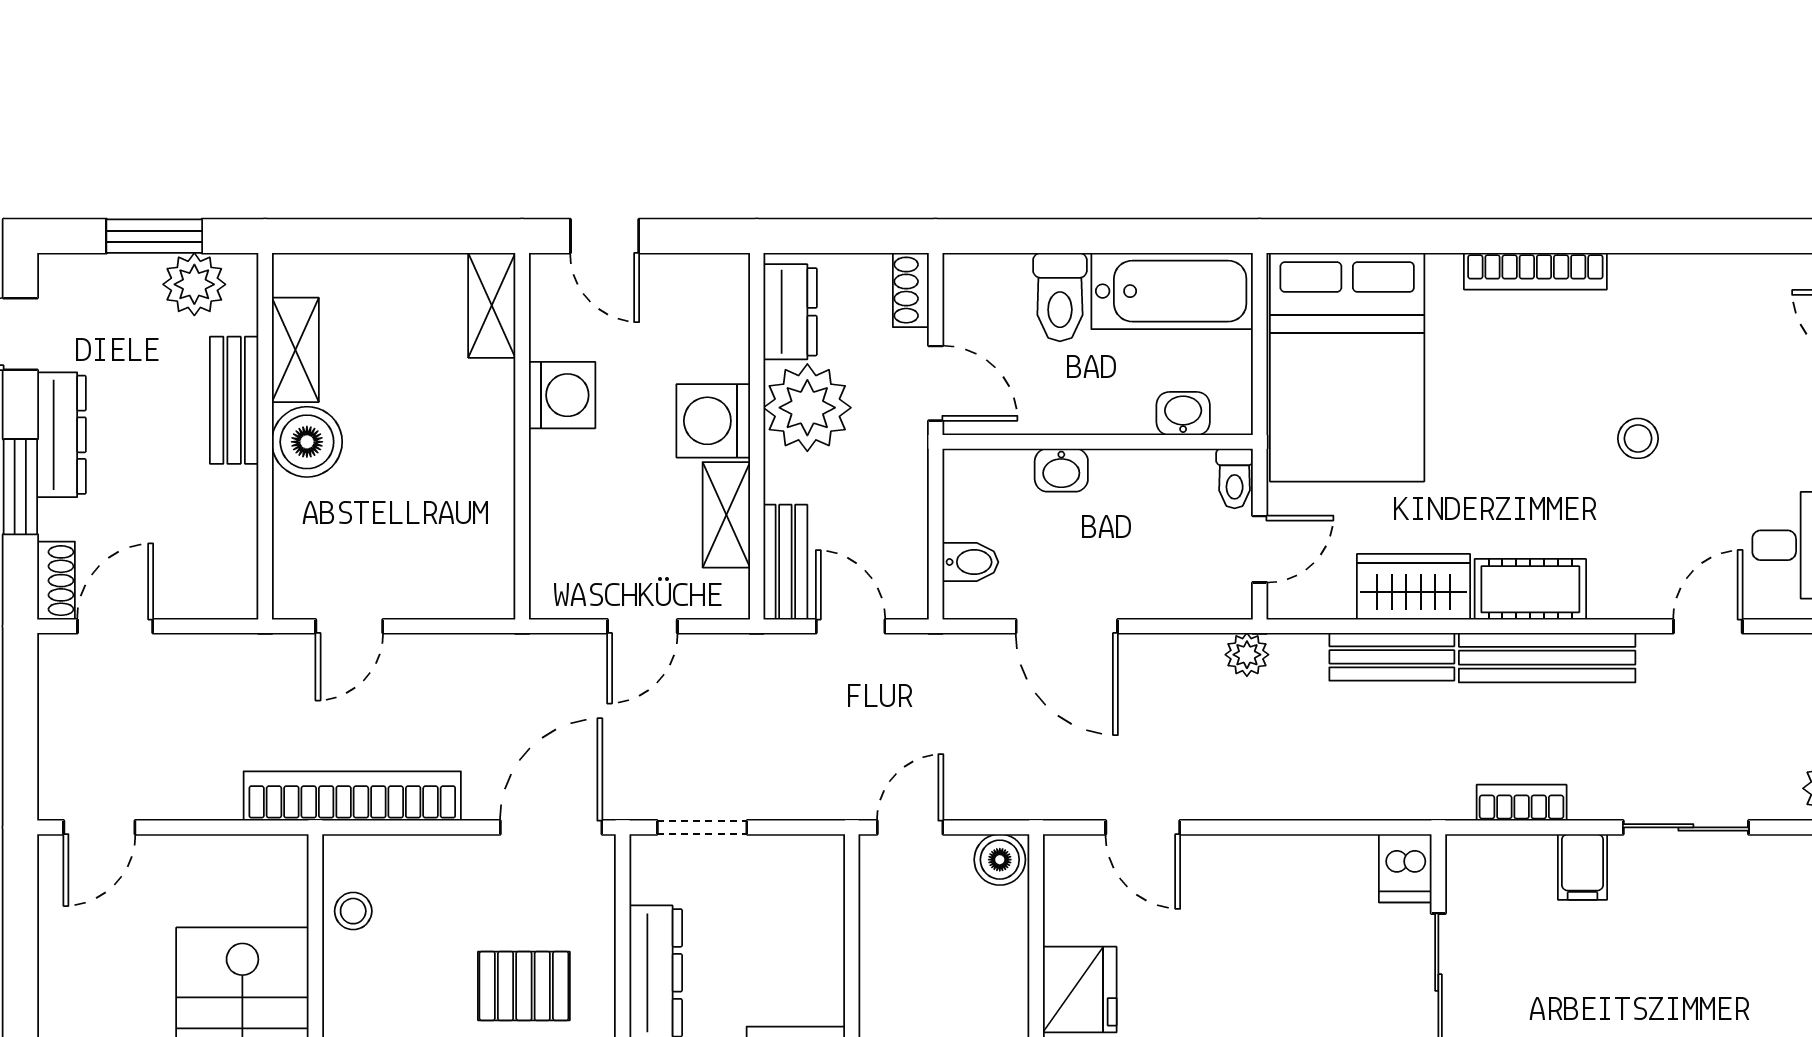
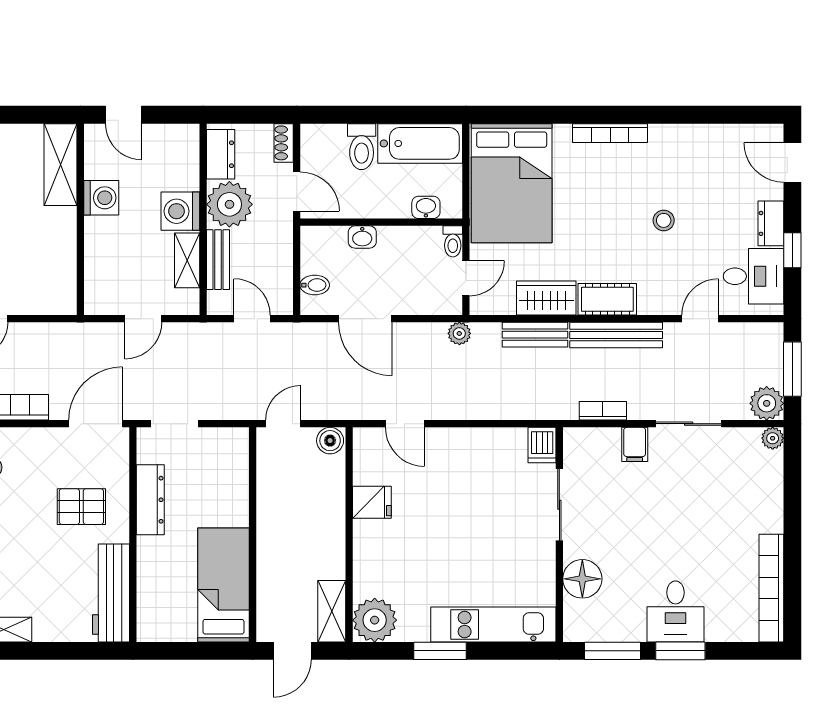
shelving: (492, 305) -> (60, 165), width x1.50, depth x1.33
bench: (785, 562) -> (218, 260), moved
fridge: (1080, 990) -> (372, 502), width x0.72

